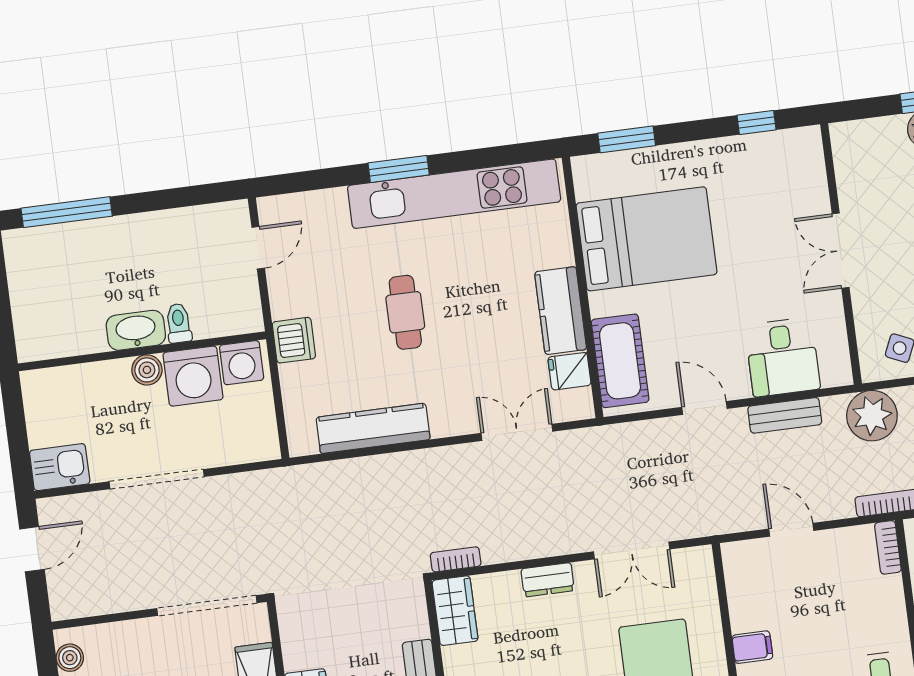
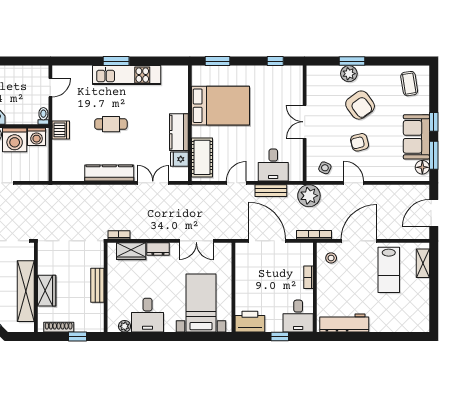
kitchen unit: (454, 194) -> (127, 75), width x0.73
cafe table: (405, 312) -> (111, 124), turned 90
toilet: (179, 323) -> (43, 116), moved
door: (704, 408) -> (236, 183), hinge flipped
kitchen counter: (373, 428) -> (109, 173), moved
door: (791, 530) -> (267, 241), width x1.87
bookcase: (888, 547) -> (308, 277), moved
wardrobe: (455, 611) -> (131, 251), moved, turned 90
filing cabinet: (752, 647) -> (244, 290), removed

